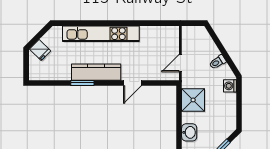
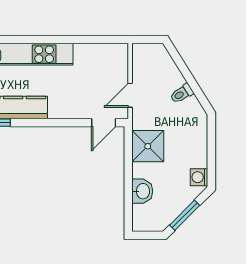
door: (132, 83) -> (104, 123), moved
washing machine: (230, 86) -> (199, 177), moved

